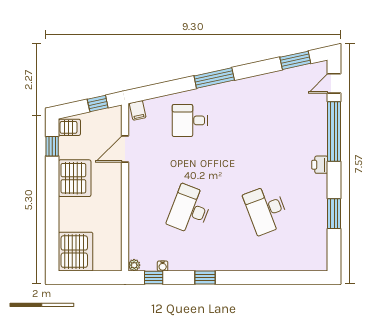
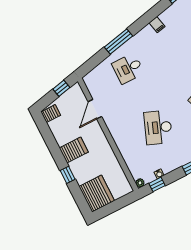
window: (214, 78) -> (118, 41), moved
filing cabinet: (138, 110) -> (157, 25), moved
window: (52, 146) -> (68, 175), moved
server rack: (75, 178) -> (74, 150), width x0.62

